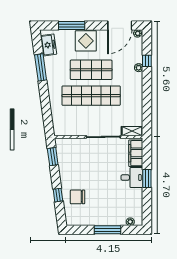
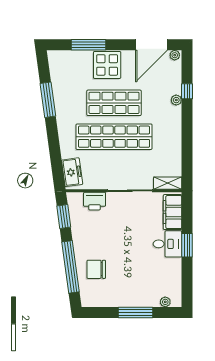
freezer: (49, 45) -> (72, 172), moved
printer: (76, 145) -> (95, 201), added
window: (58, 195) -> (71, 267), width x3.17

